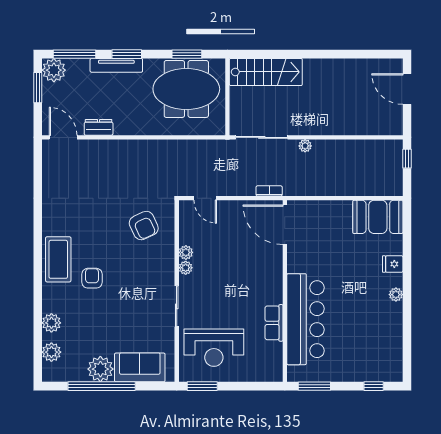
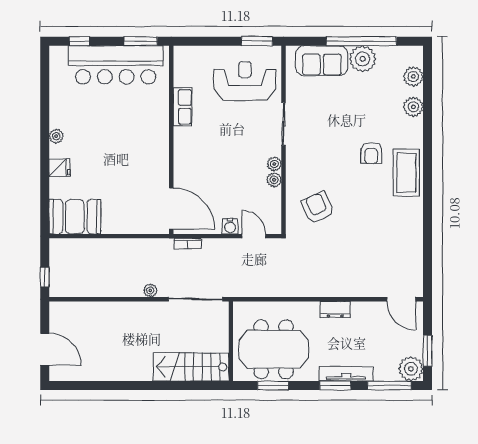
dresser: (99, 127) -> (335, 310), moved
water cooler: (228, 208) -> (230, 226), added
bar counter: (305, 319) -> (116, 65), moved, turned -90

